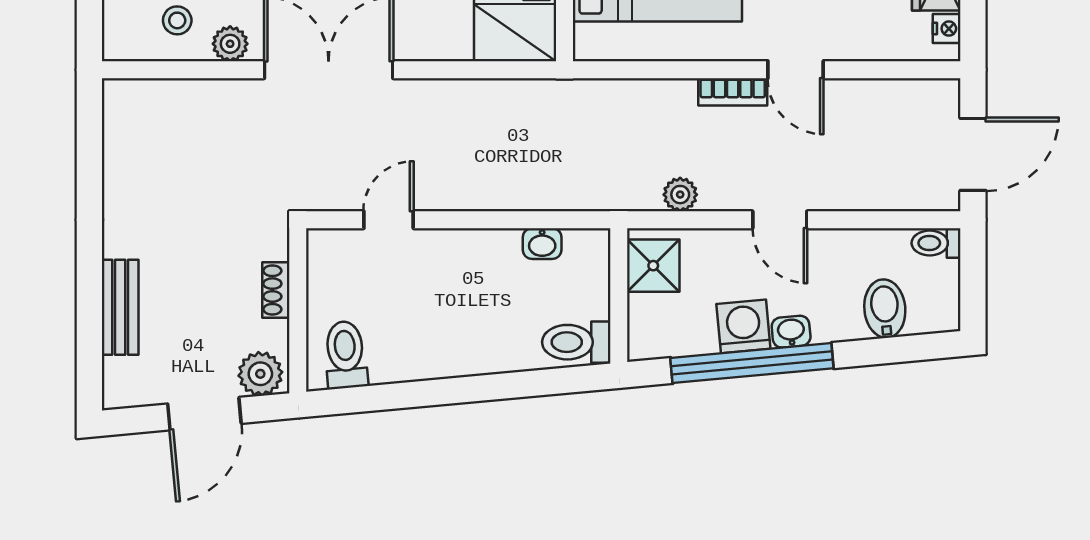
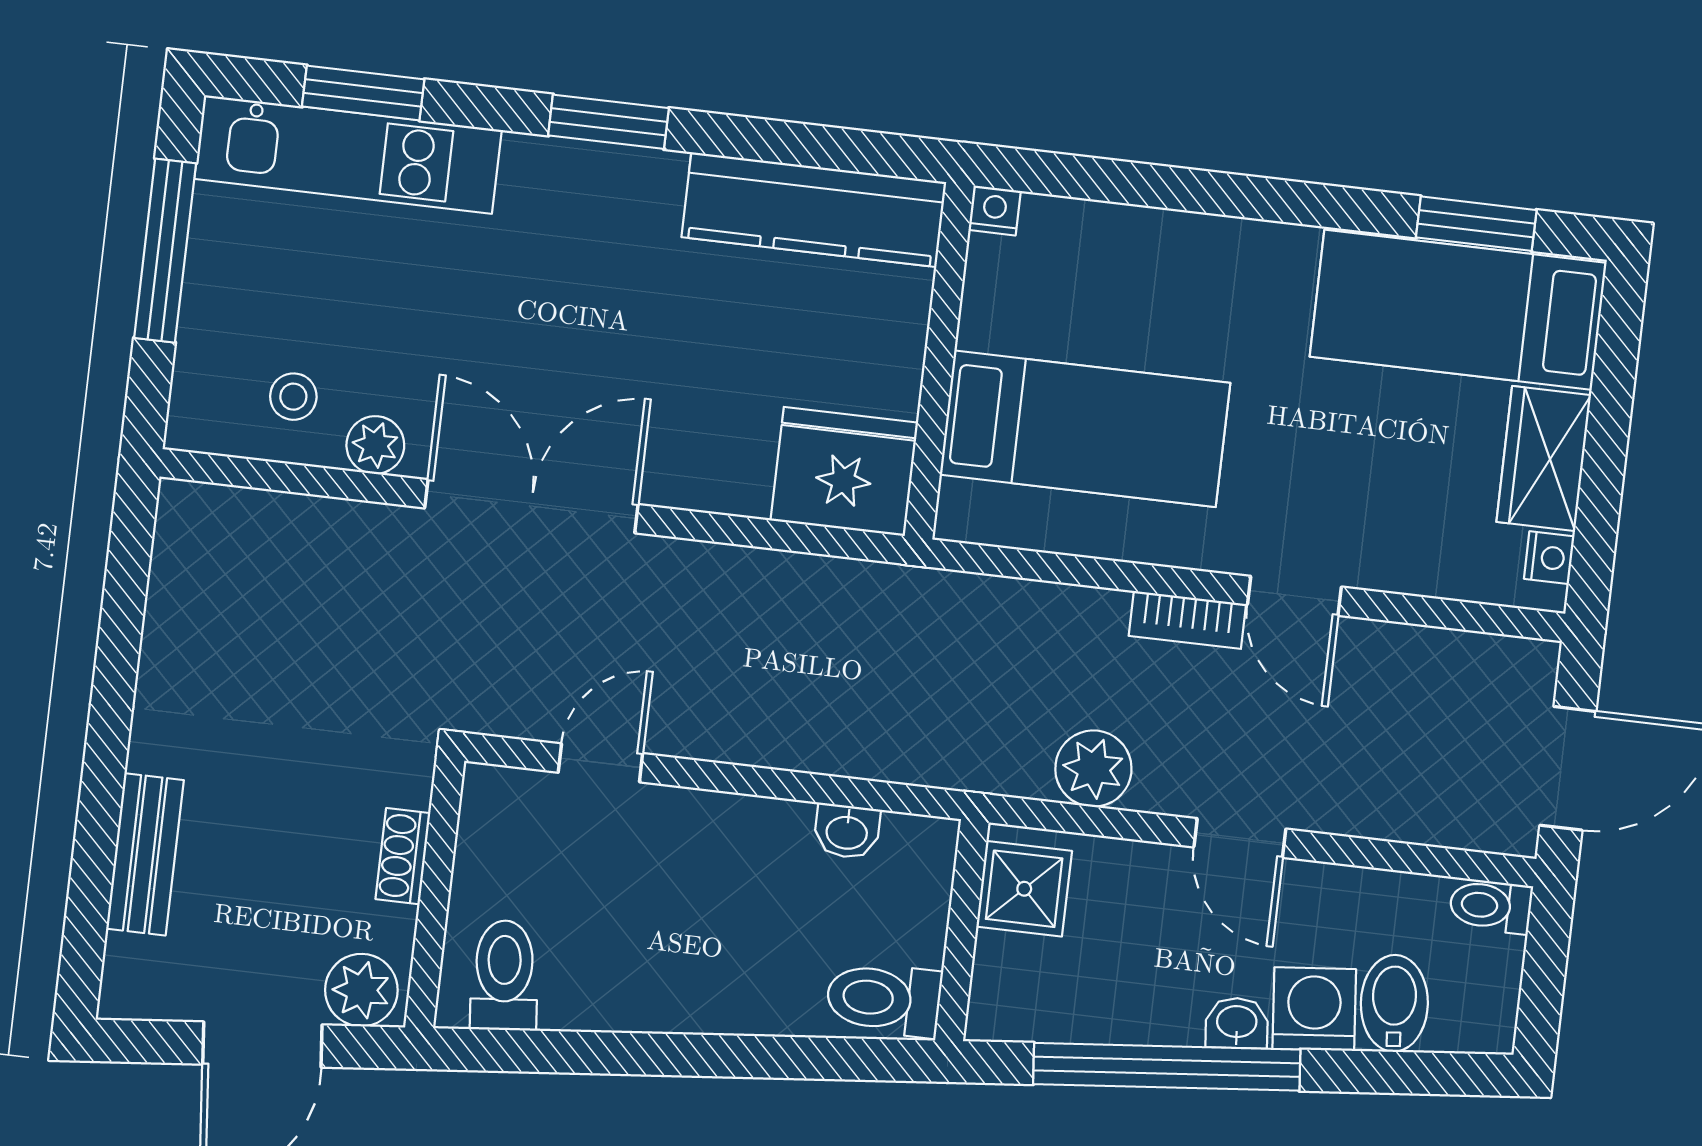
plant: (680, 195) -> (1093, 769), width x1.38, depth x1.38
washing machine: (743, 326) -> (1314, 1009), moved

